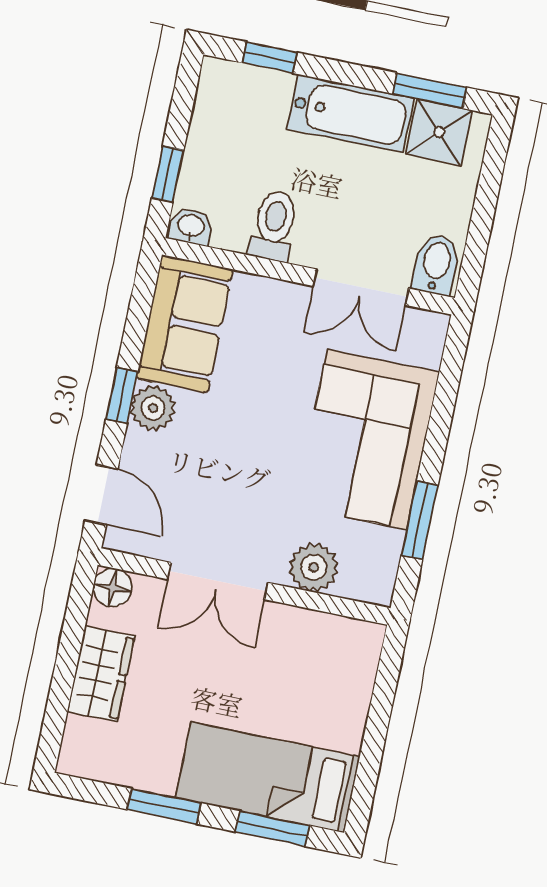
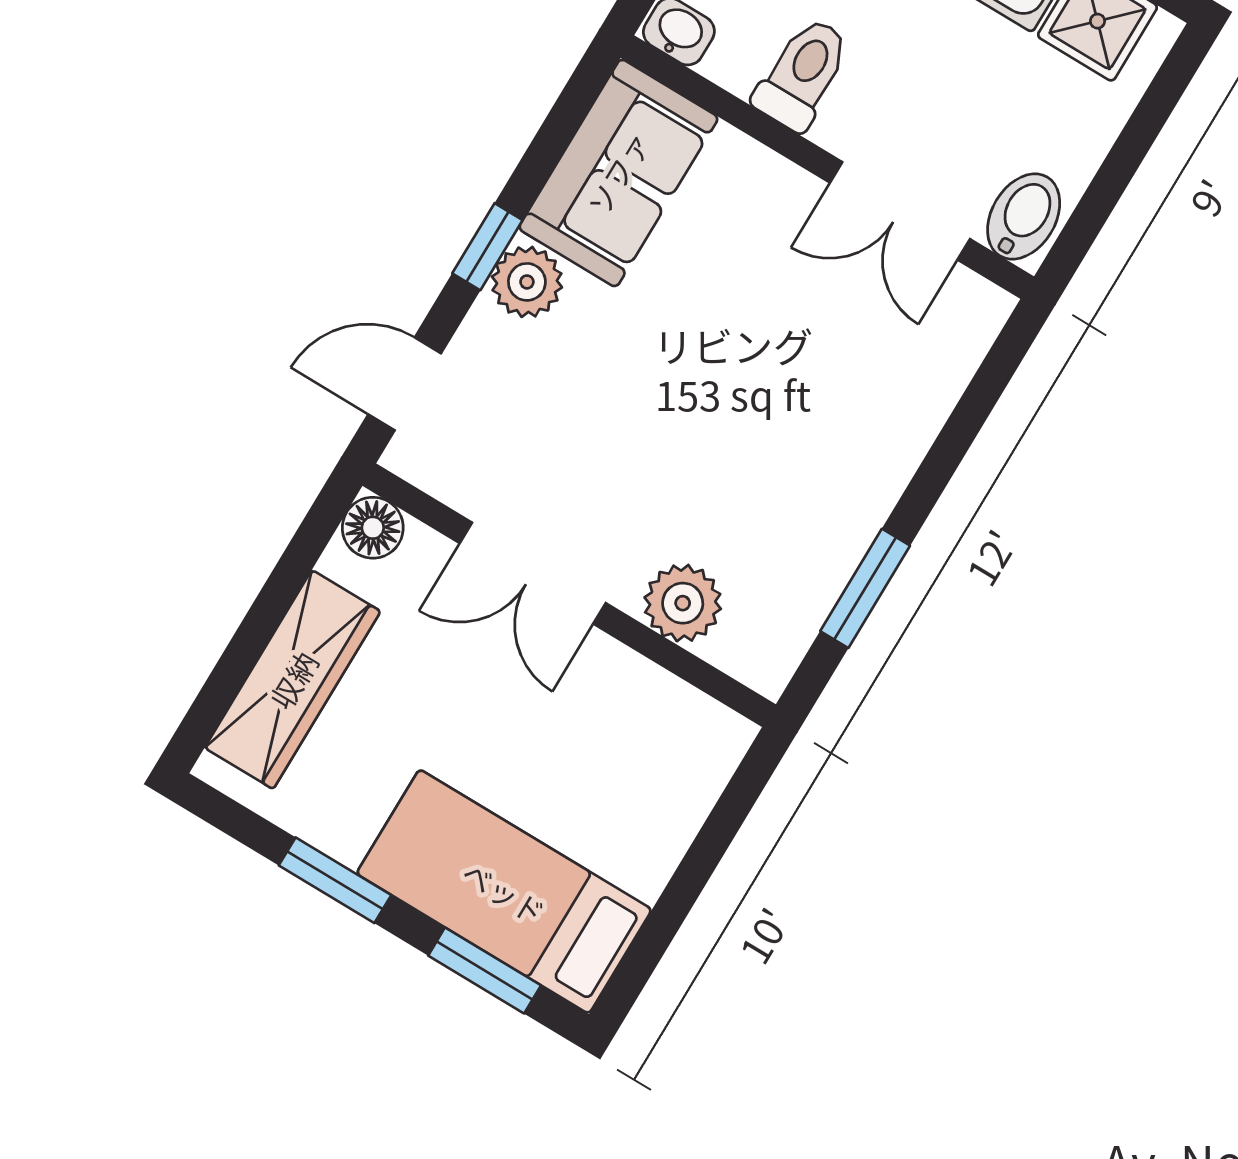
corner sofa: (367, 439) -> (829, 440), removed
door: (101, 495) -> (405, 384), swing flipped
wardrobe: (101, 674) -> (293, 680), width x1.50

